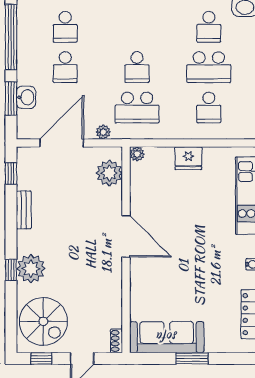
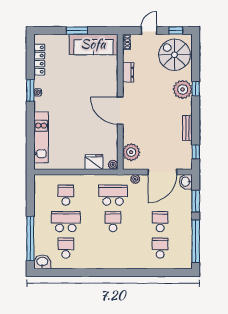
washbasin: (26, 97) -> (186, 182), moved
fridge: (188, 158) -> (94, 162), moved
dresser: (114, 295) -> (128, 72), added

